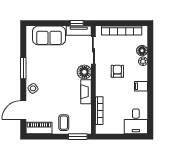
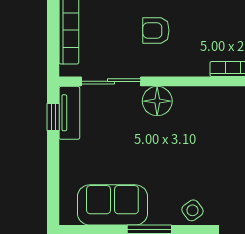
sofa: (49, 35) -> (112, 205), moved, turned -90
fireplace: (86, 92) -> (200, 97), removed

